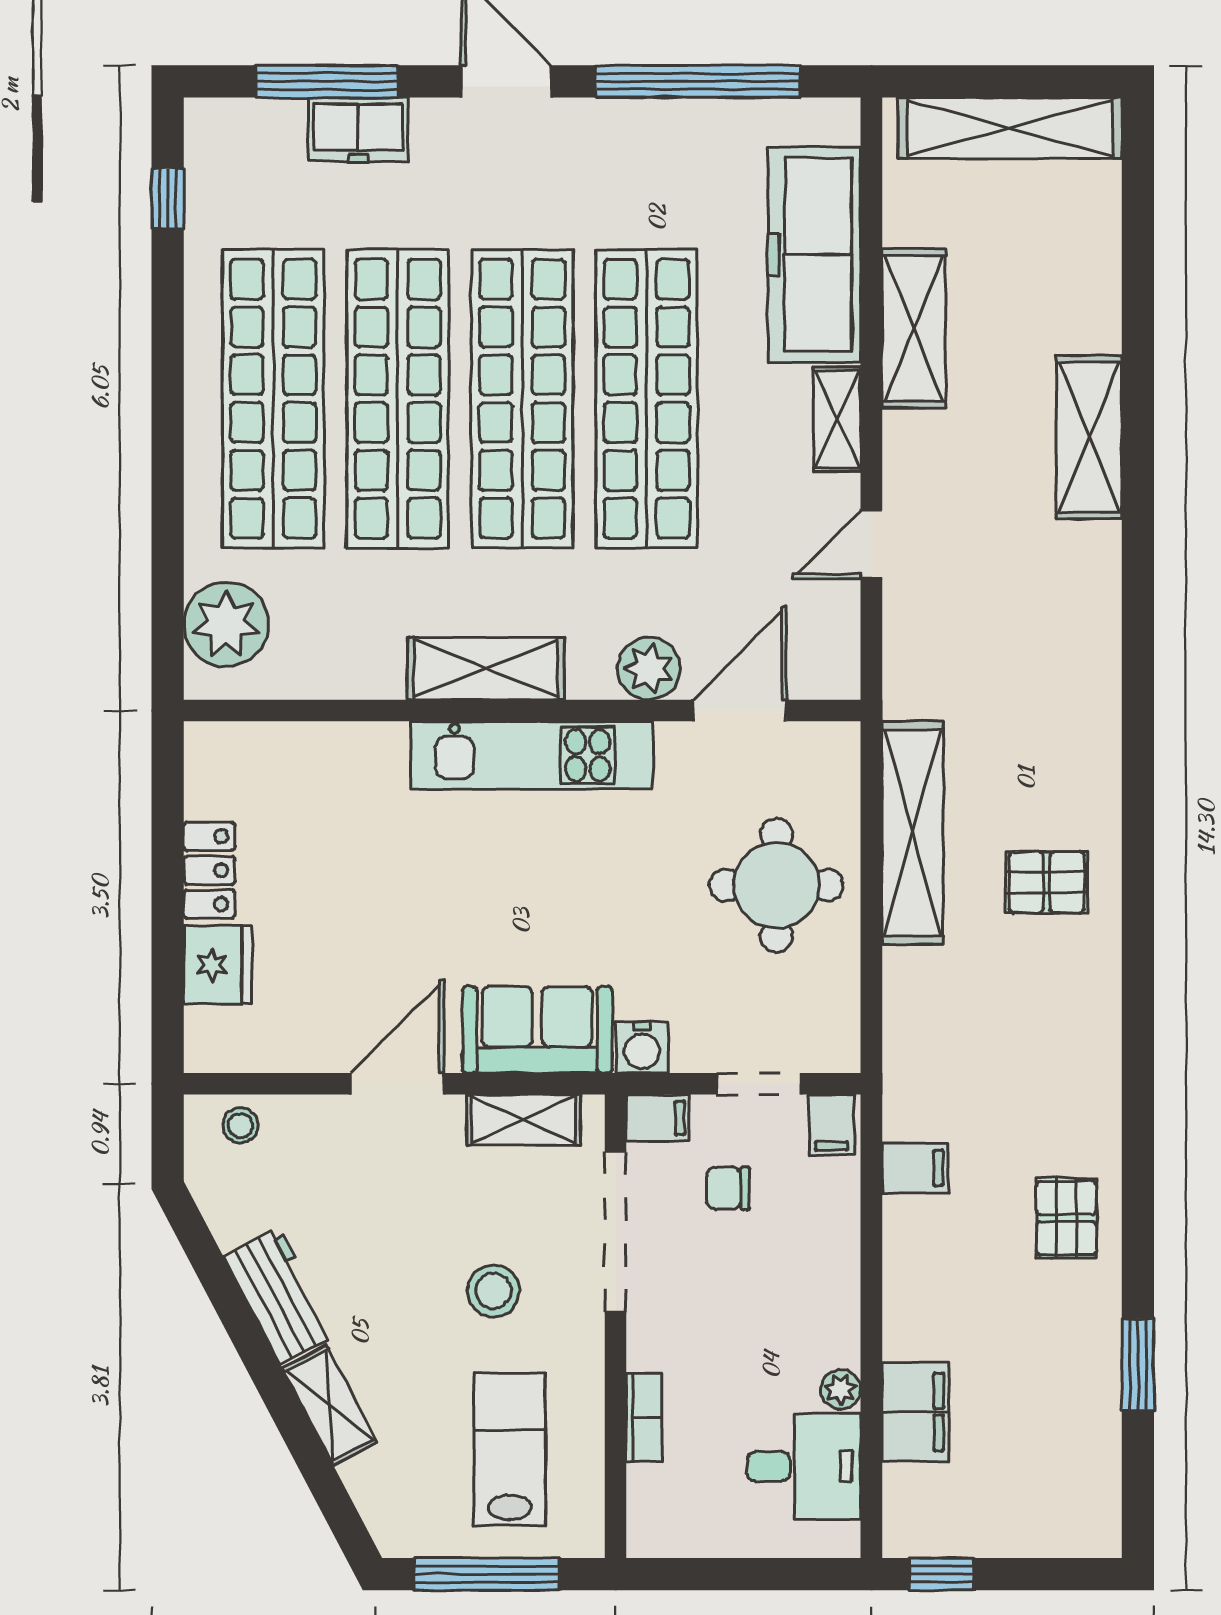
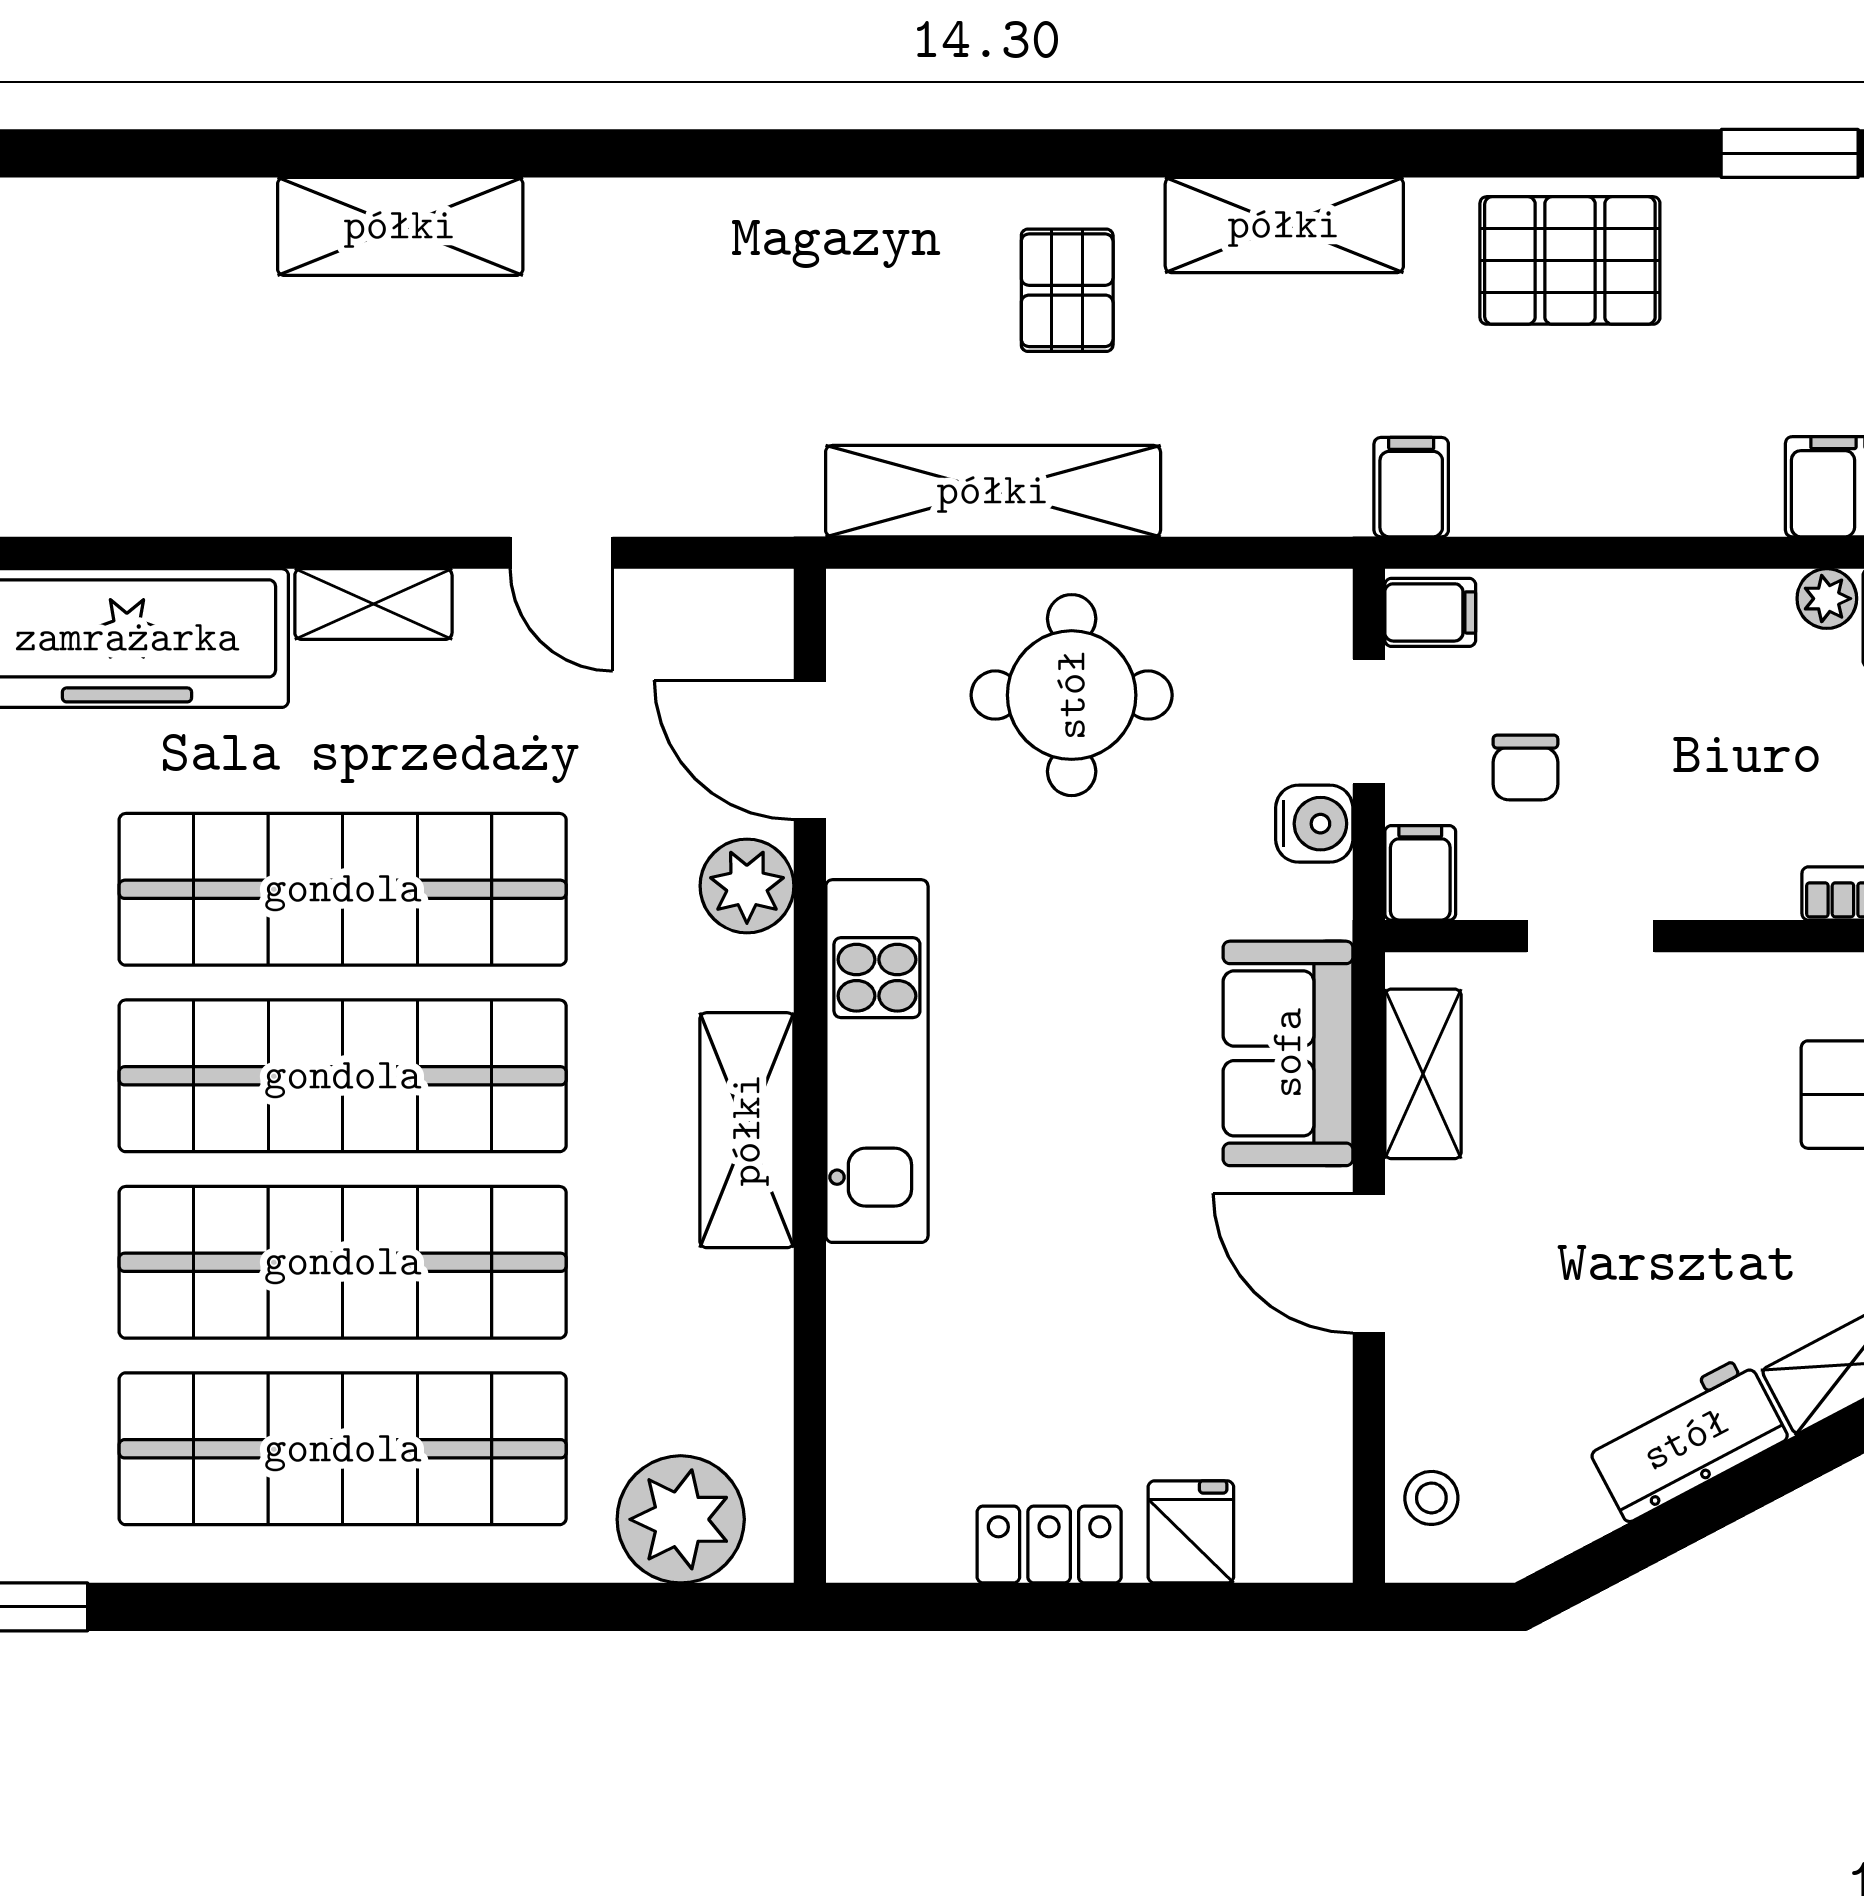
shelving: (914, 328) -> (1284, 225), moved
fridge: (218, 965) -> (1191, 1532), width x0.72
water cooler: (642, 1047) -> (1314, 824), moved
filing cabinet: (915, 1168) -> (1411, 487), moved
pallet: (1066, 1218) -> (1570, 260), width x1.50, depth x1.42
doorway: (615, 1232) -> (1591, 936), width x0.53
stool: (494, 1291) -> (1679, 1119), removed

